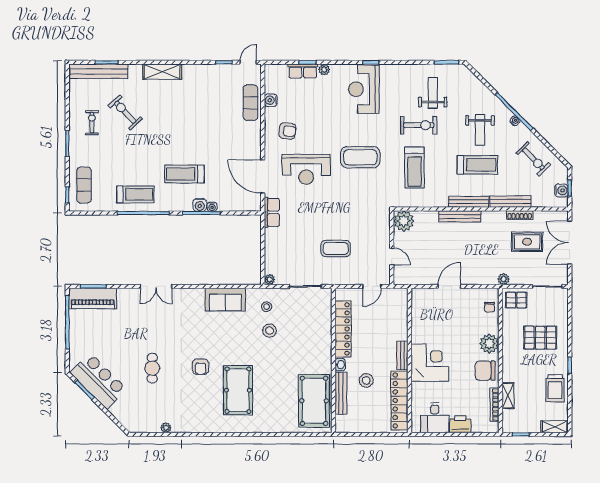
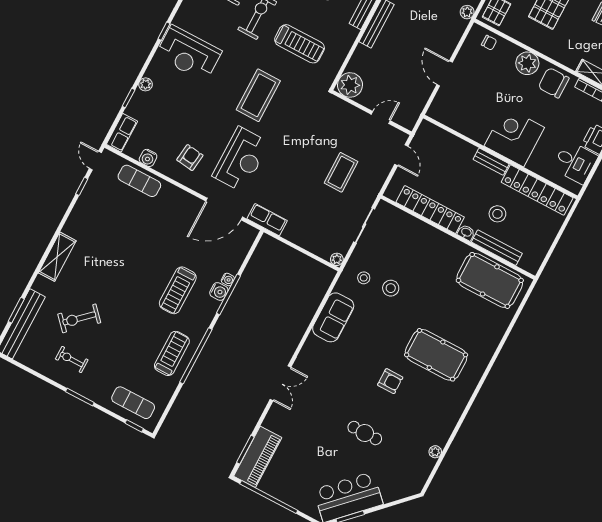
row of seats: (303, 71) -> (122, 133), moved
chair: (485, 371) -> (554, 83), turned 90

